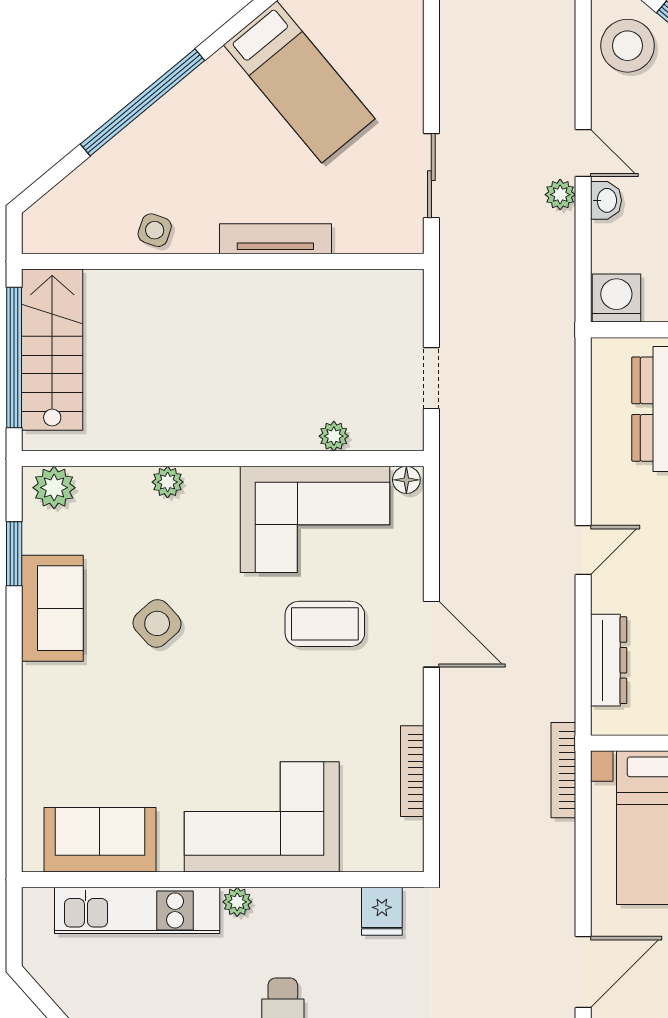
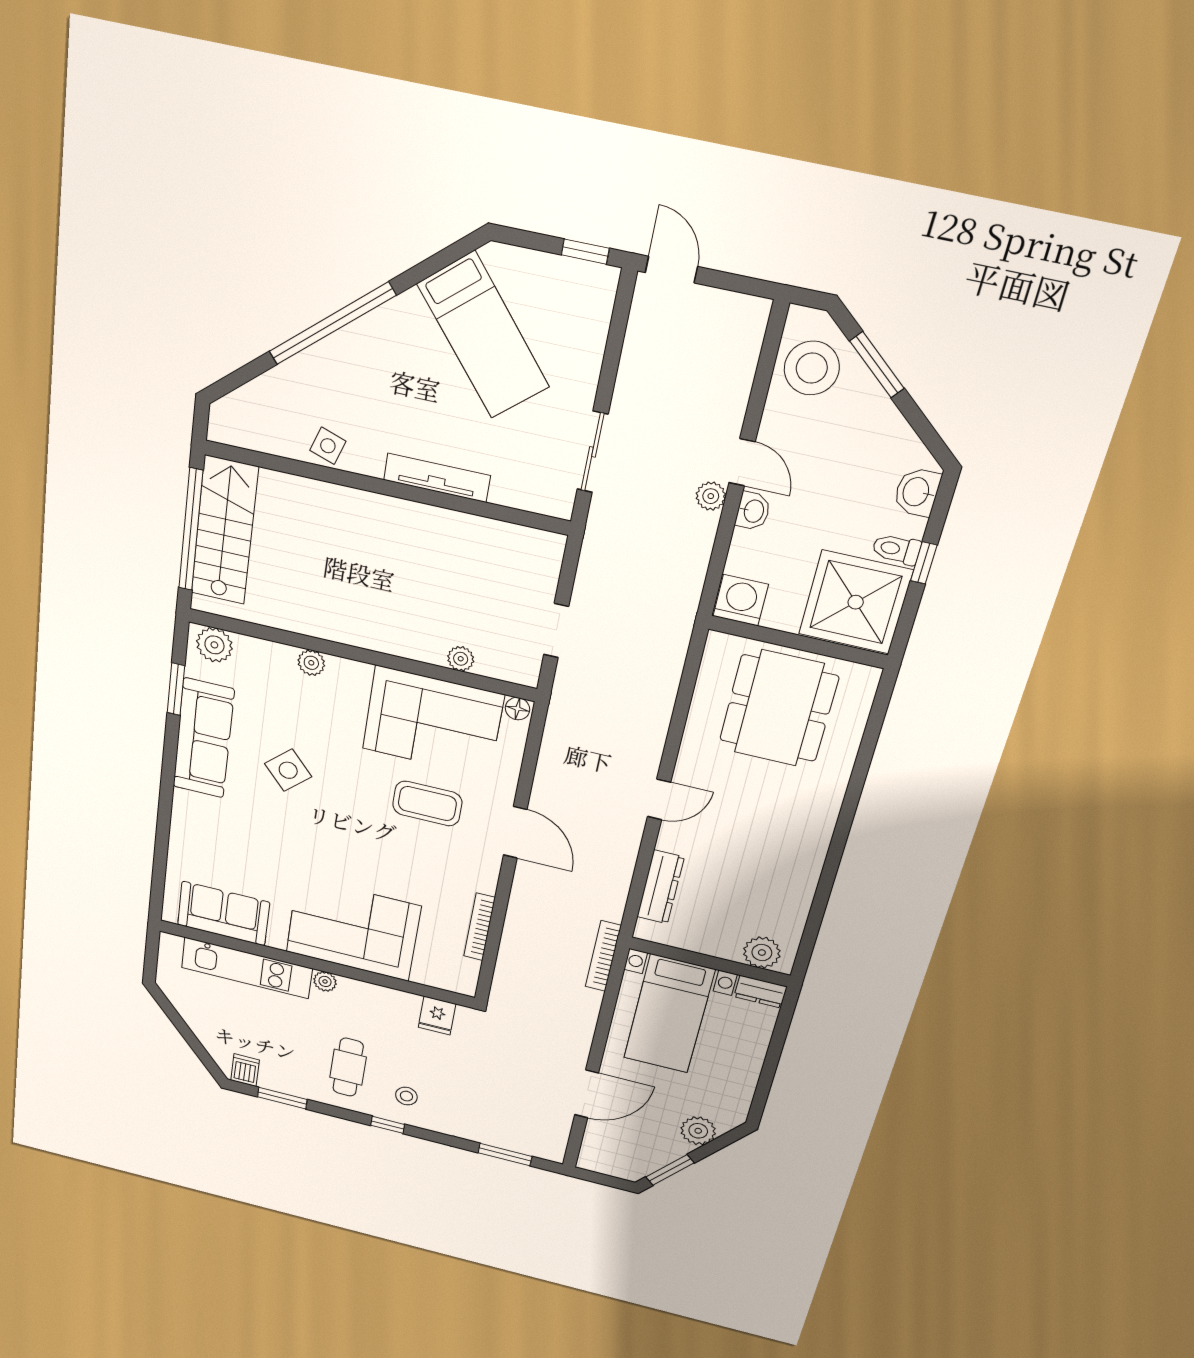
sofa: (52, 608) -> (204, 738), width x1.36

